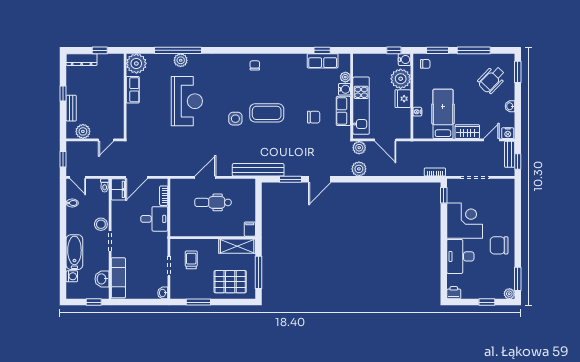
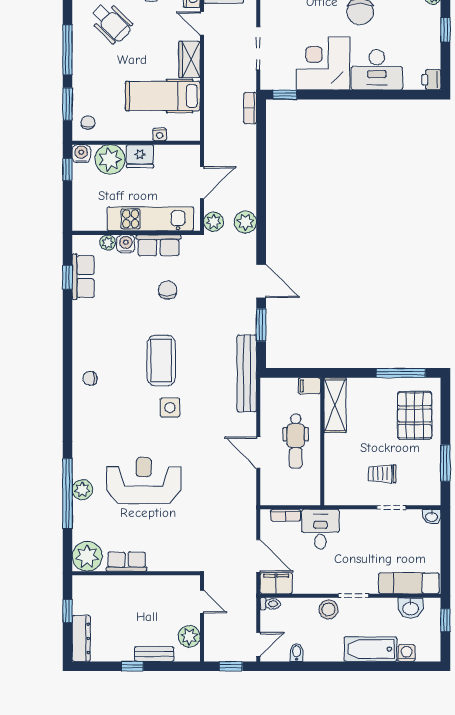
filing cabinet: (250, 229) -> (309, 386), moved
wall: (213, 238) -> (322, 442), moved
shelving: (237, 246) -> (335, 405), moved

